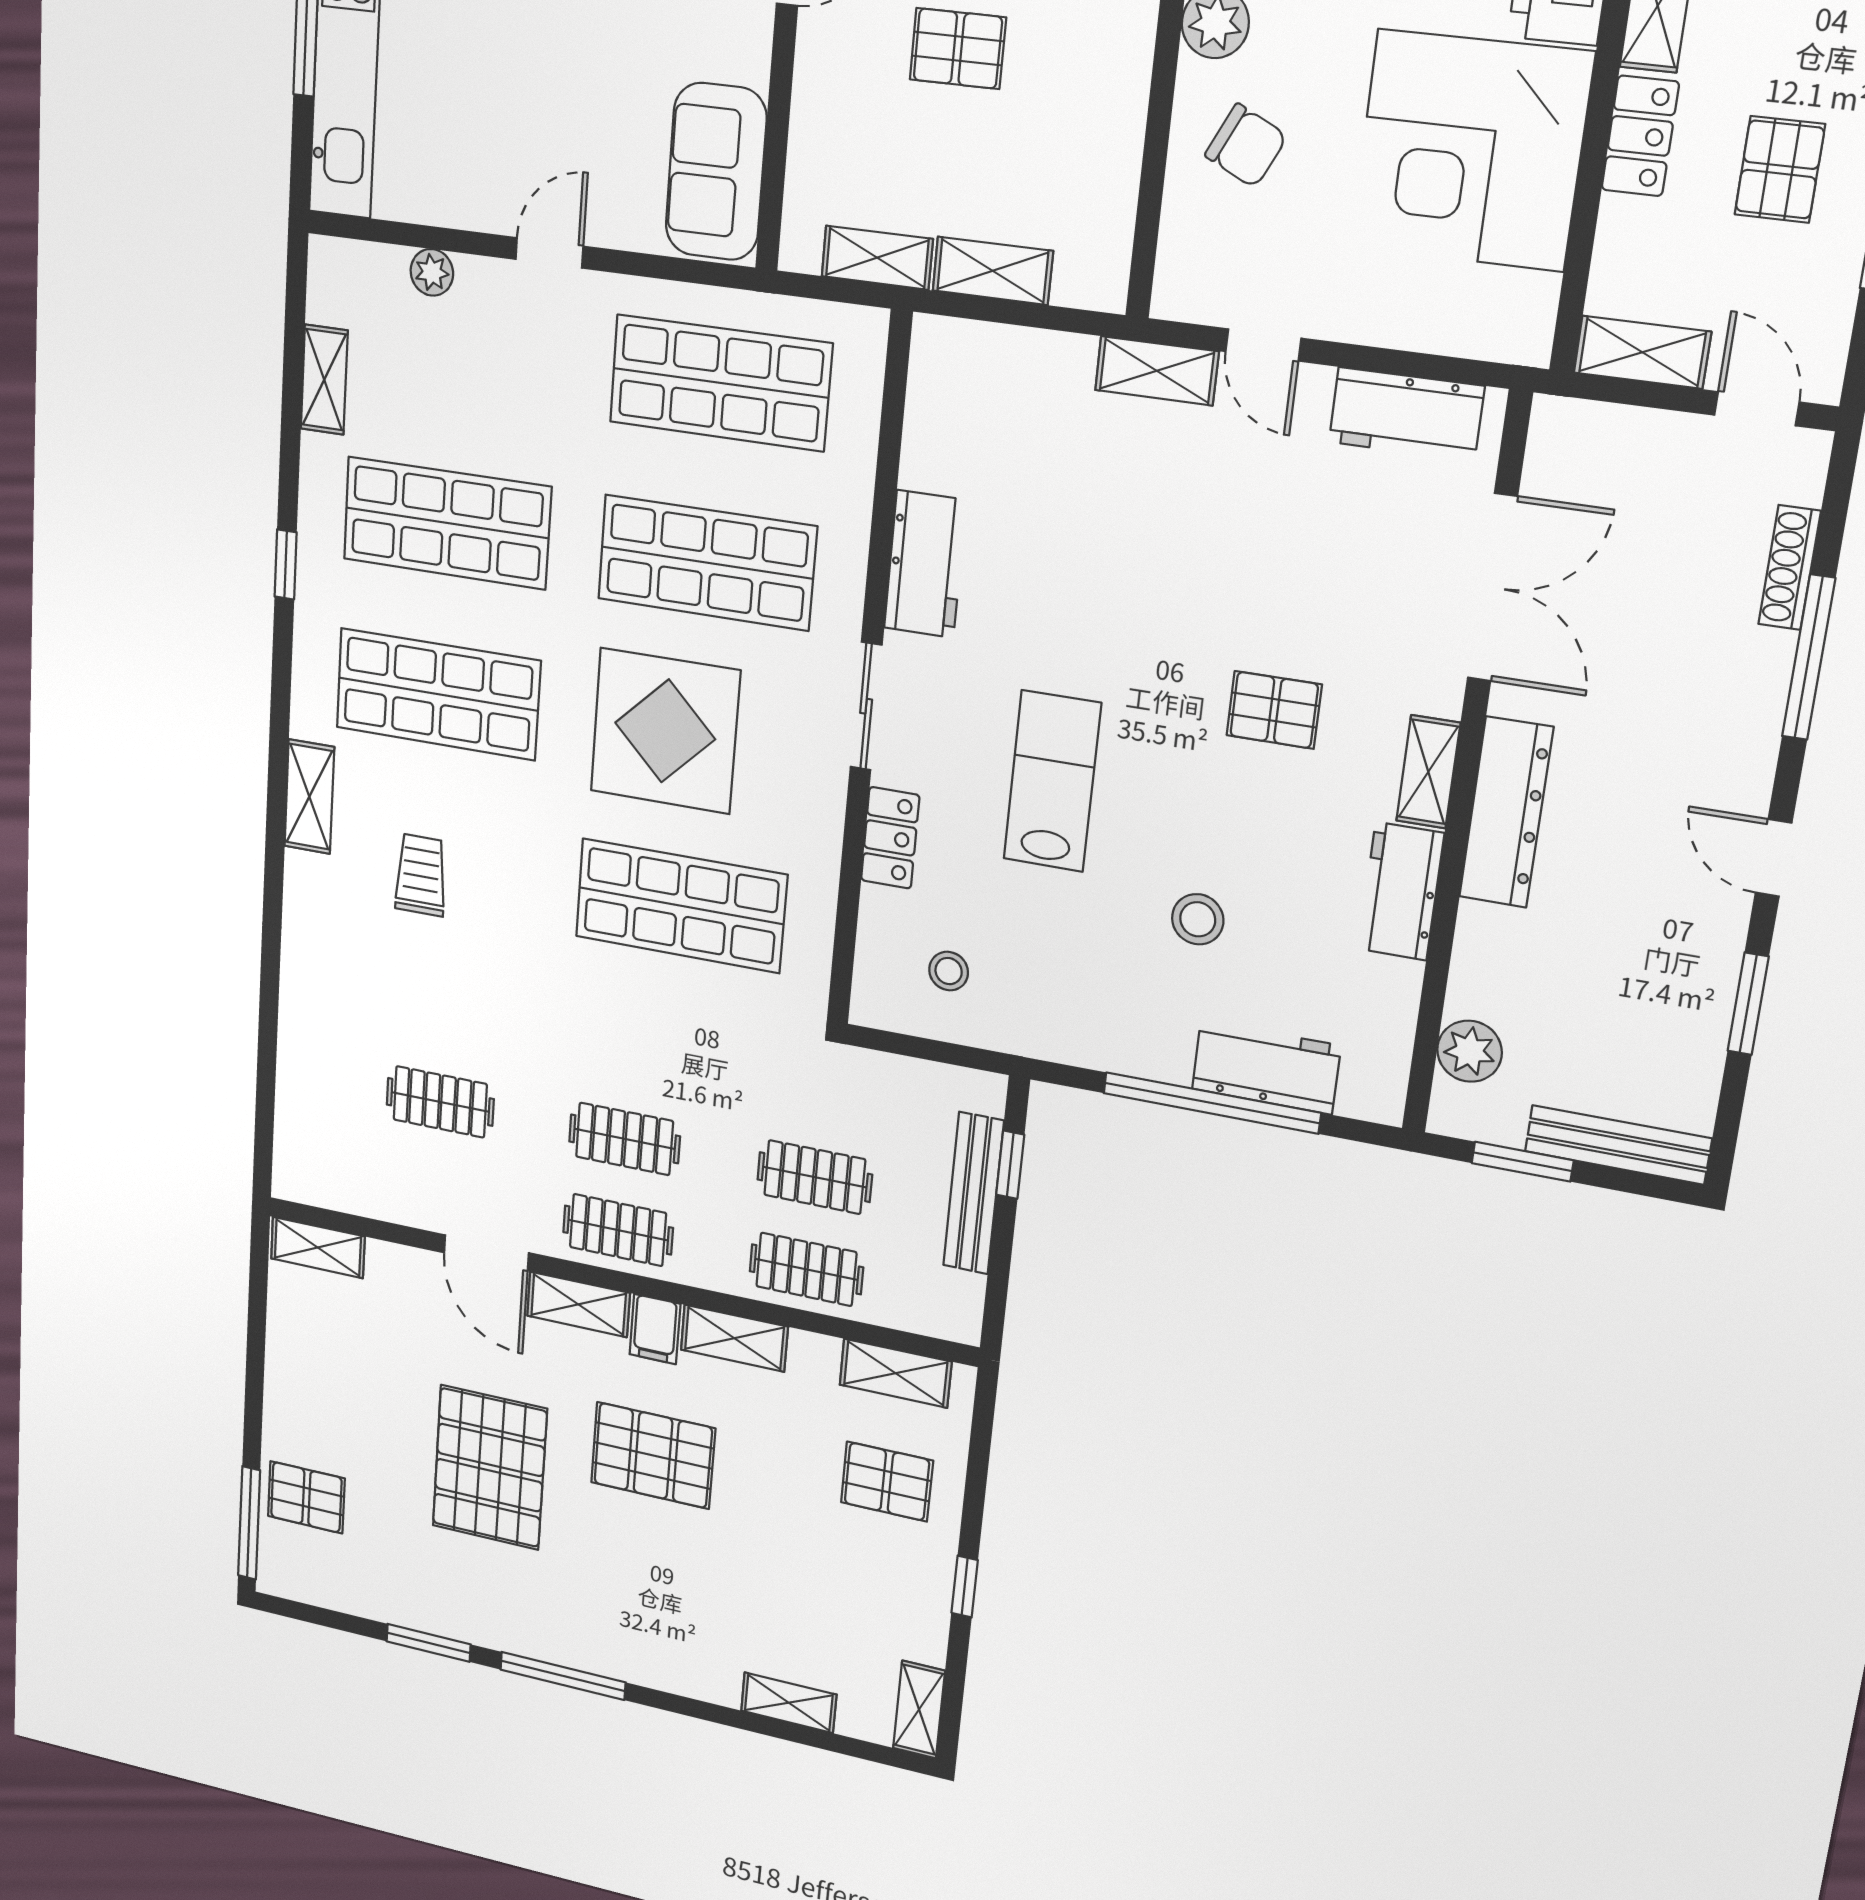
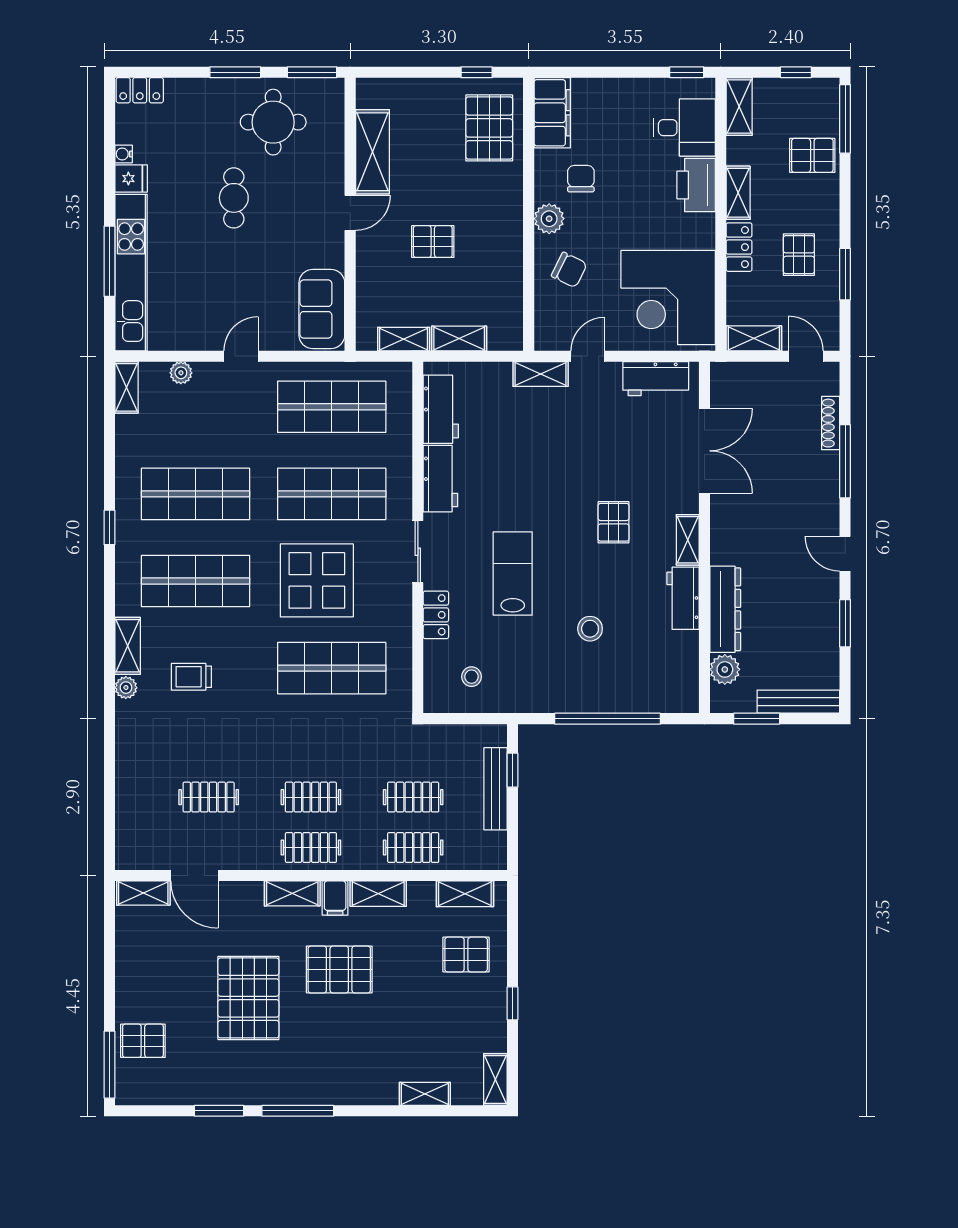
corner desk: (1471, 150) -> (668, 298), moved
door: (1263, 345) -> (588, 356), swing flipped
shelving: (324, 380) -> (126, 387), moved
pallet: (1274, 710) -> (614, 522), turned 90
dresser: (1506, 812) -> (725, 609), moved
plant: (303, 874) -> (126, 688), added
trolley: (421, 875) -> (191, 677), turned -90
workbench: (1266, 1067) -> (441, 409), moved, turned 90
door: (486, 1253) -> (195, 876), moved

